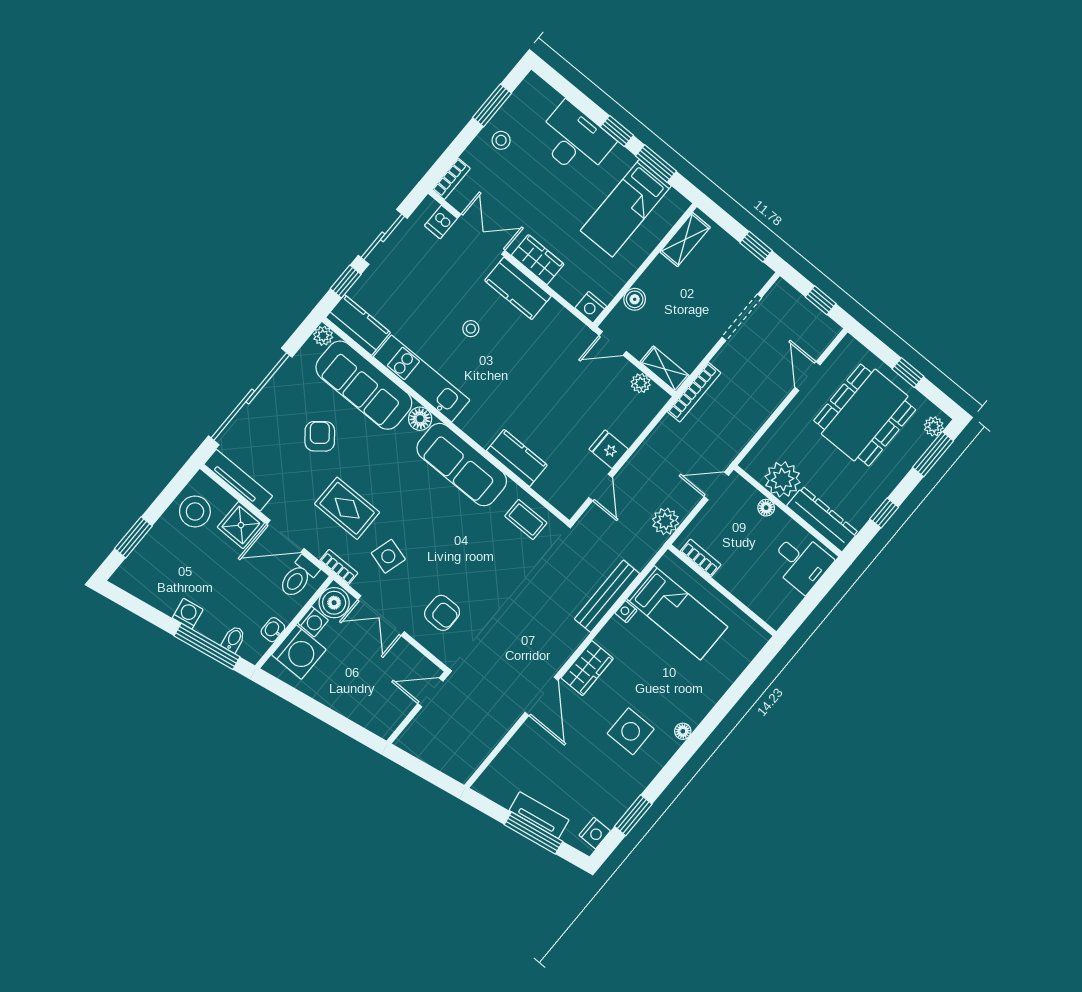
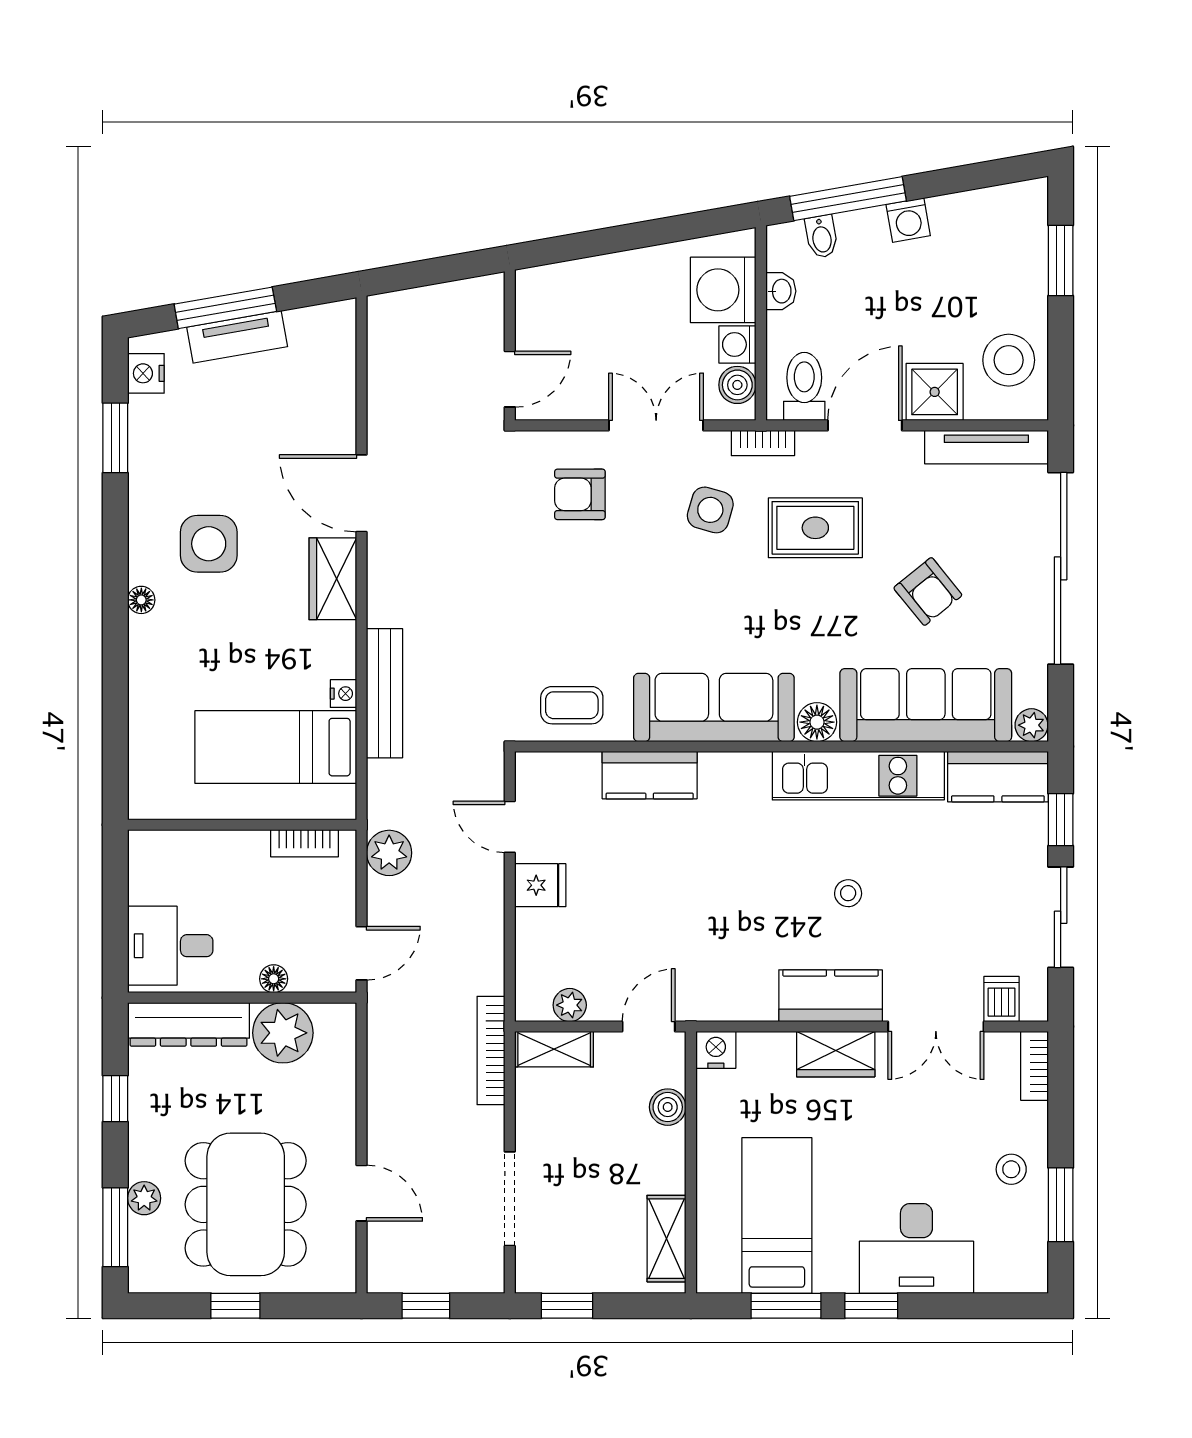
plant: (934, 426) -> (144, 1198), moved
boiler: (334, 603) -> (737, 385), width x0.73, depth x0.73

